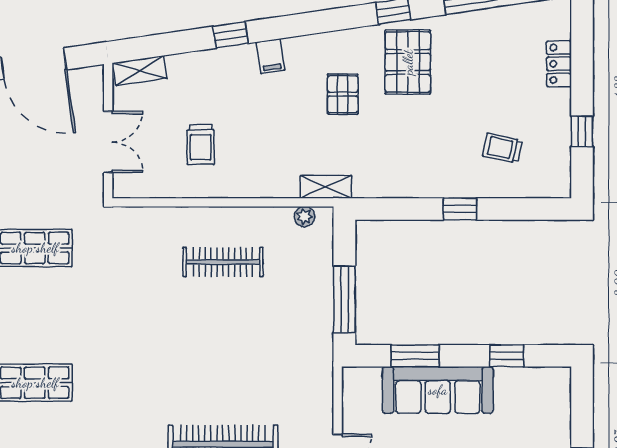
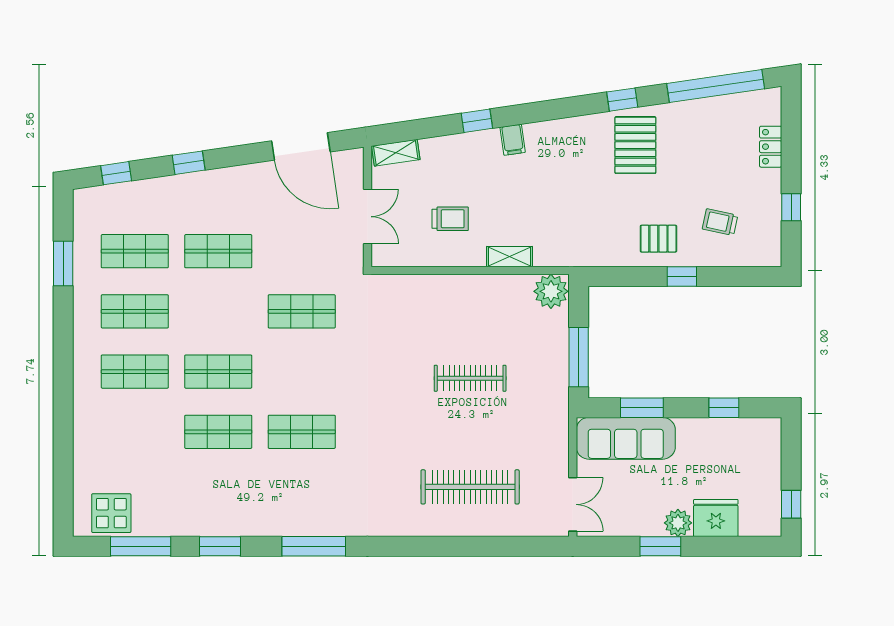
pallet: (343, 94) -> (658, 239), moved, turned 90
trolley: (201, 144) -> (450, 219), turned -90
shelving: (326, 187) -> (510, 257), moved
plant: (304, 217) -> (551, 291), width x1.88, depth x1.88
clothes rail: (223, 262) -> (470, 378), moved
sofa: (438, 390) -> (626, 438), moved

